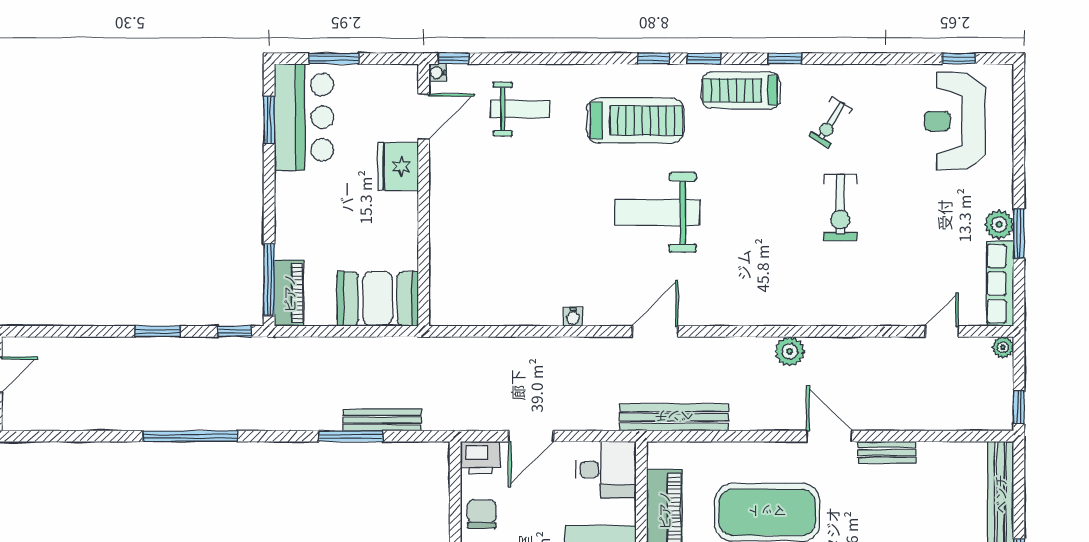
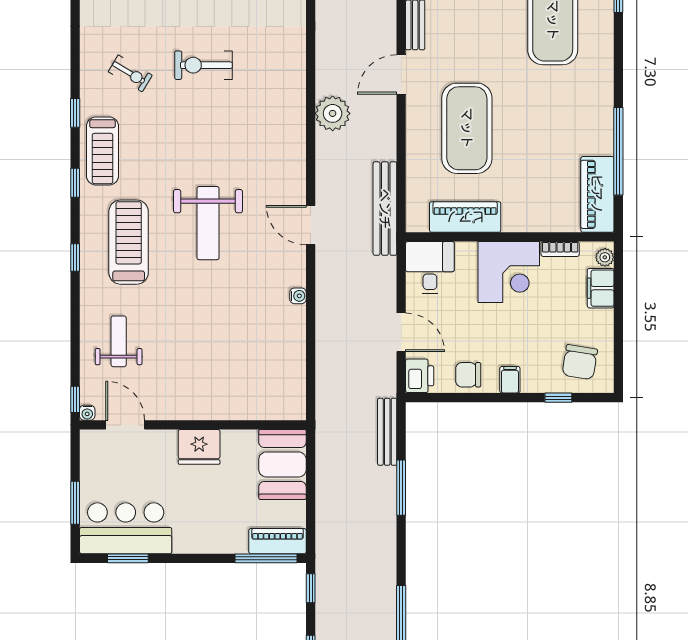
window: (653, 59) -> (75, 258), moved
fridge: (398, 166) -> (199, 447), moved
exercise bike: (840, 207) -> (204, 65), turned 180
plant: (790, 351) -> (333, 113), width x1.36, depth x1.36
bench: (382, 420) -> (387, 432), moved

